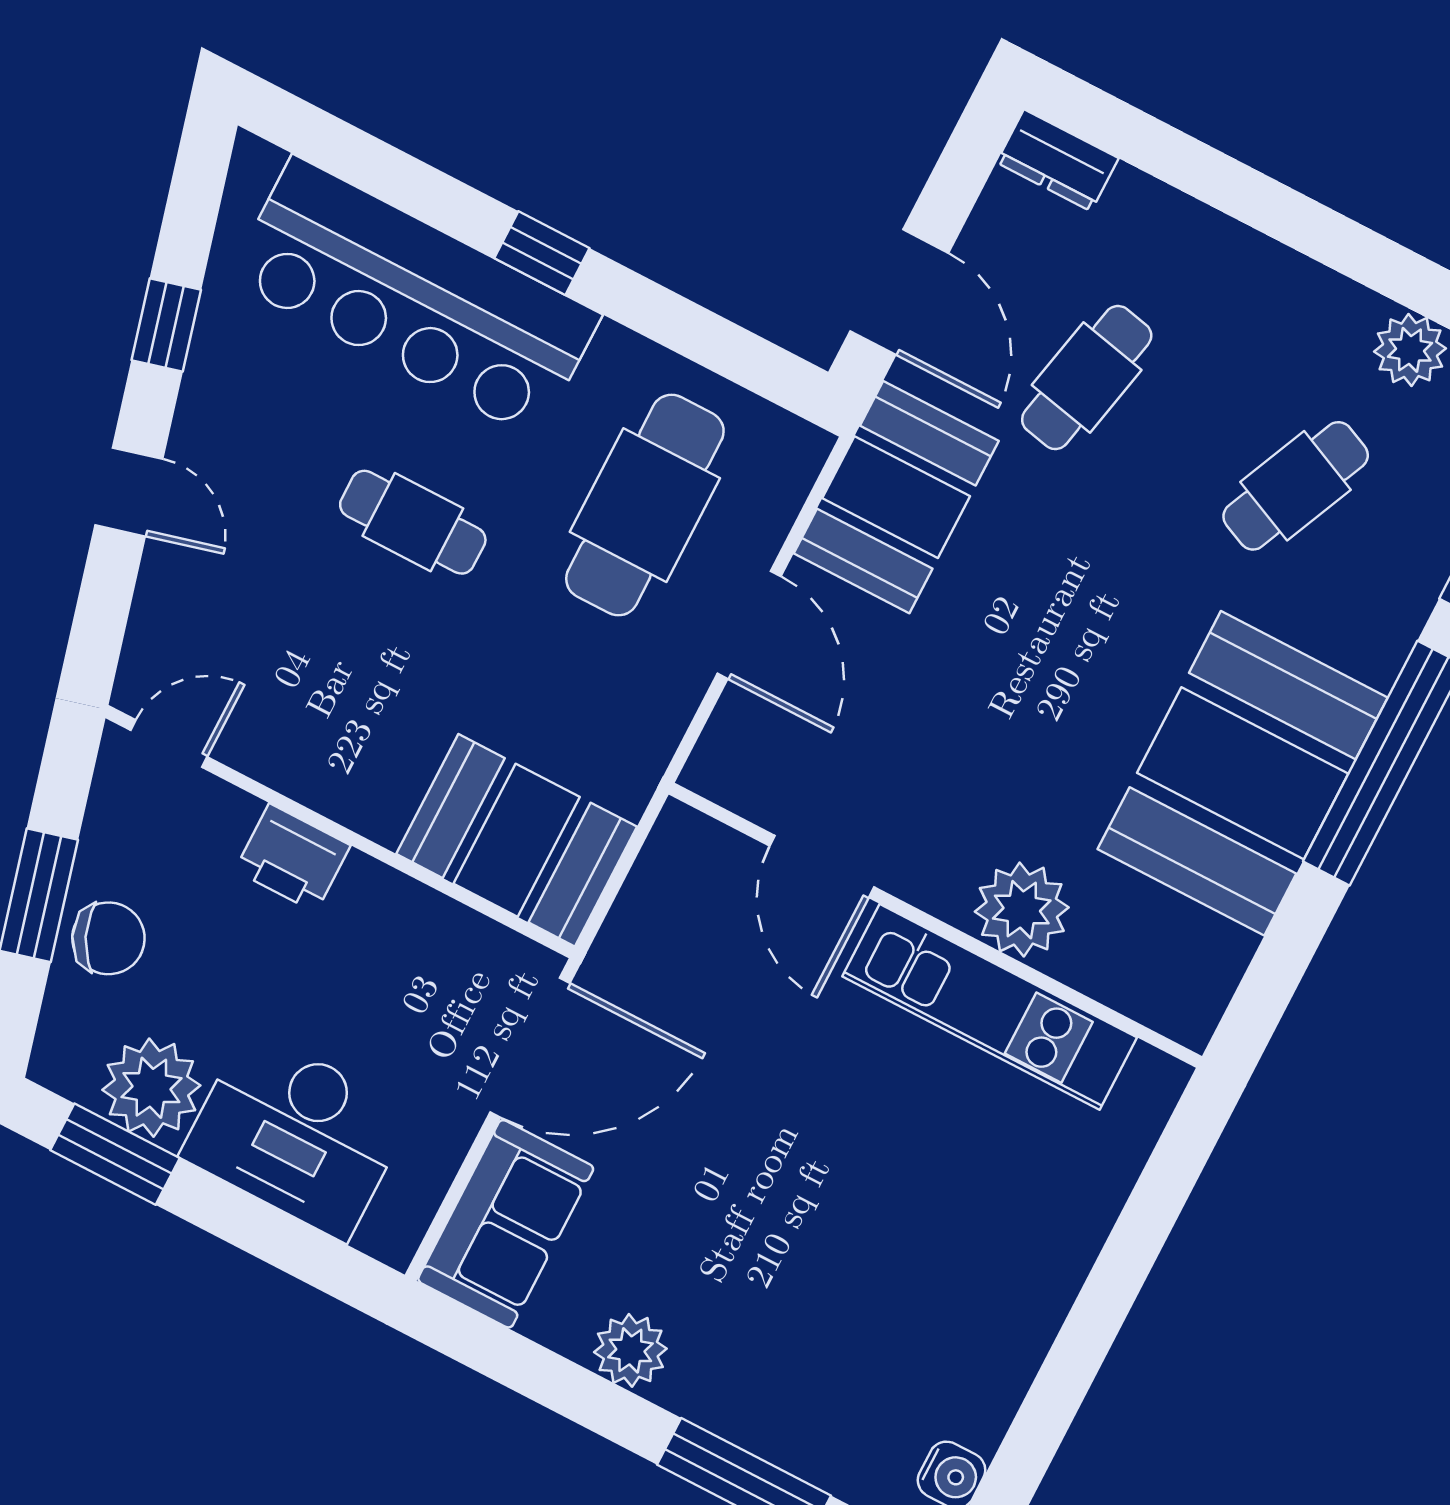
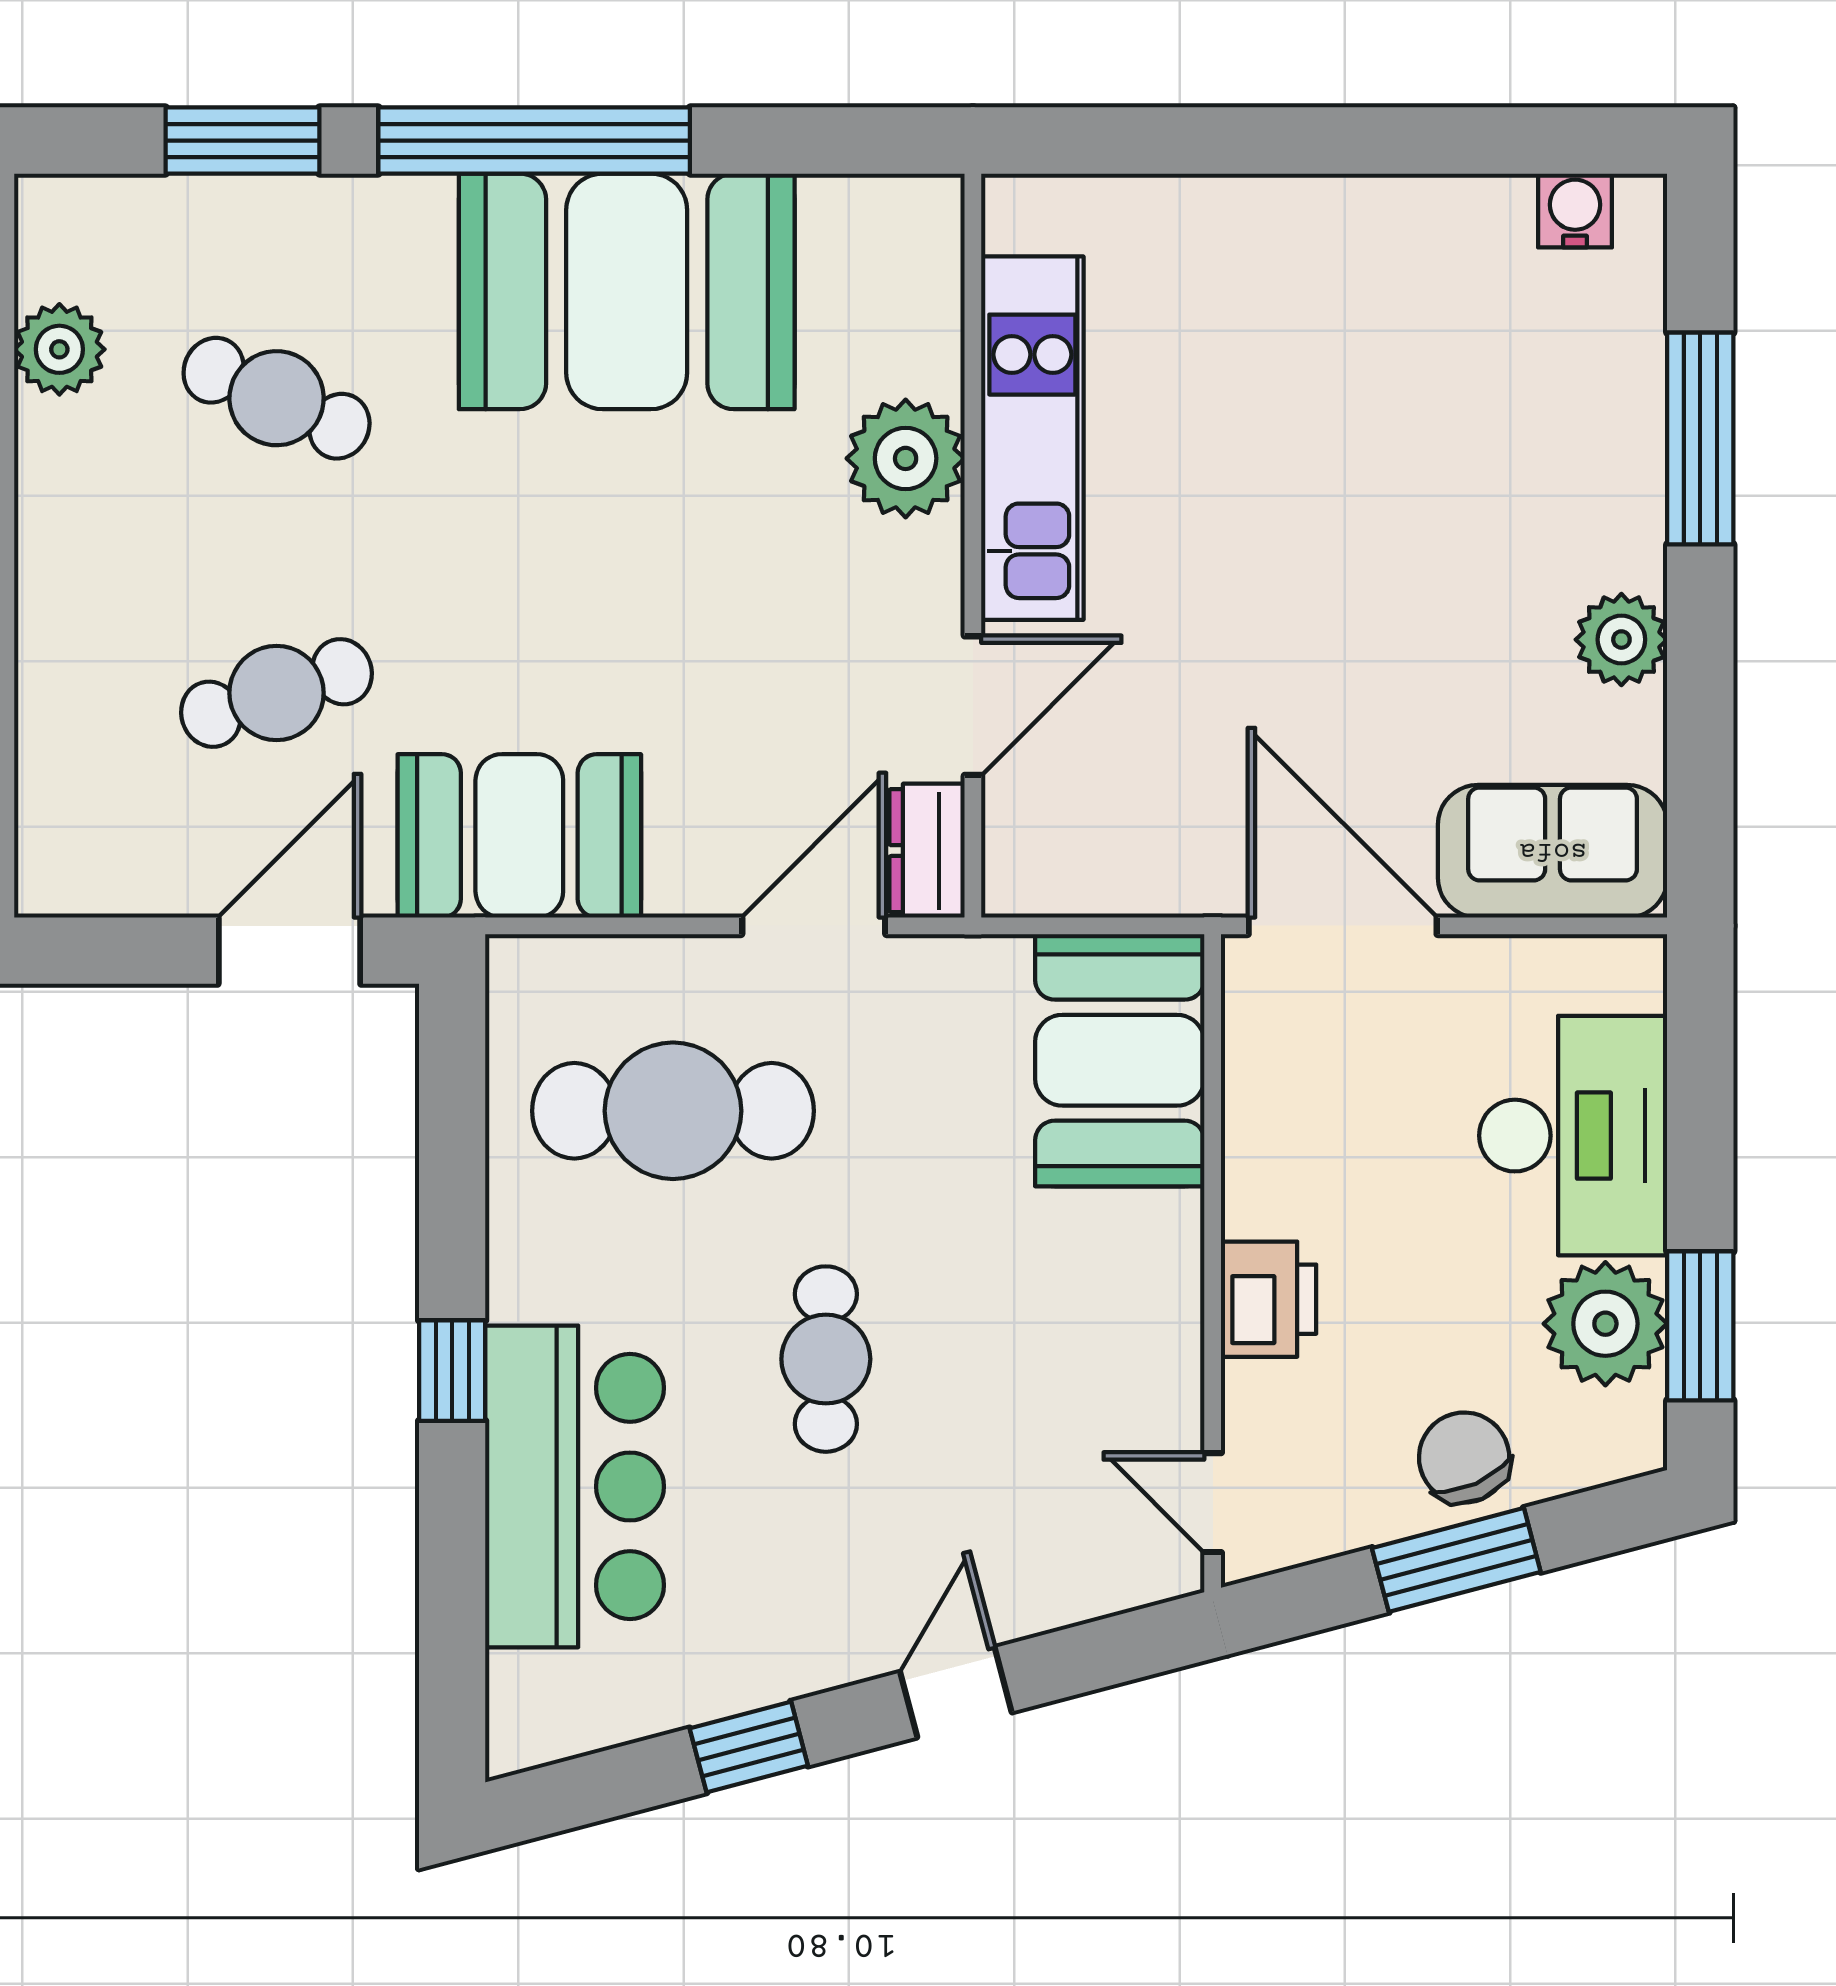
dresser: (1058, 160) -> (927, 851), moved, turned 180
bar counter: (415, 297) -> (575, 1486), width x0.73
cafe table: (1087, 378) -> (277, 693), turned -30
door: (749, 625) -> (814, 926), moved

